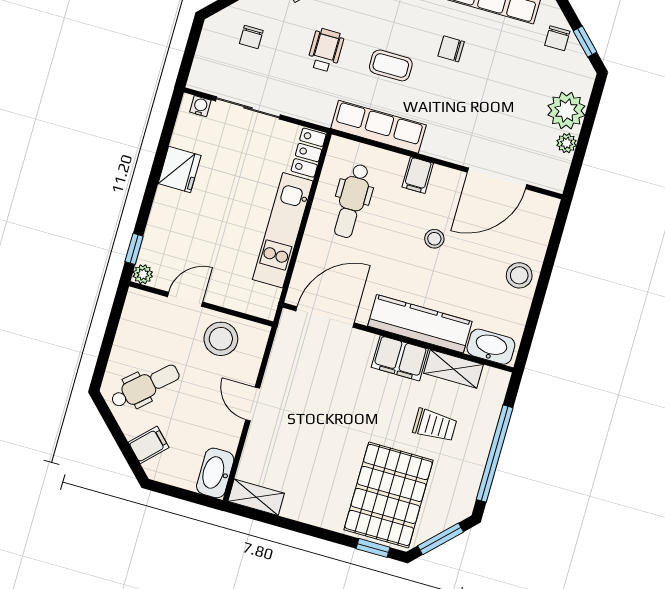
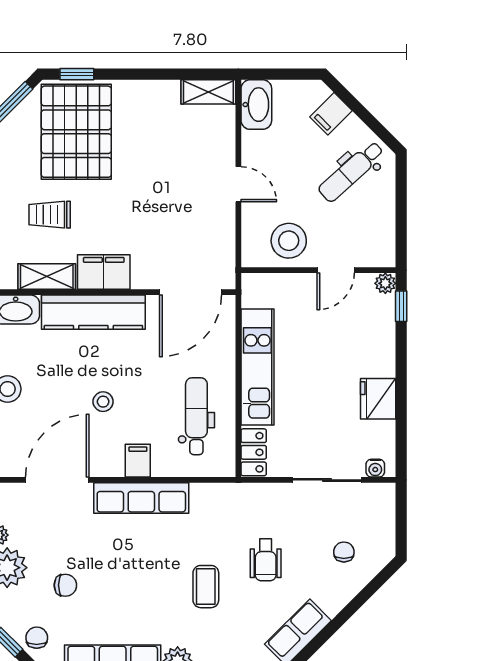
chair: (451, 49) -> (65, 585), moved
coffee table: (391, 65) -> (206, 587), moved, turned 90
row of seats: (378, 127) -> (141, 498), moved

